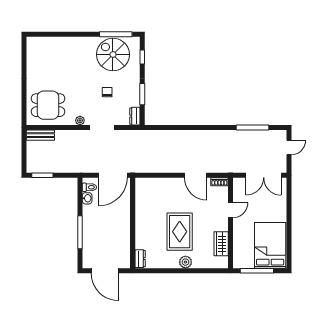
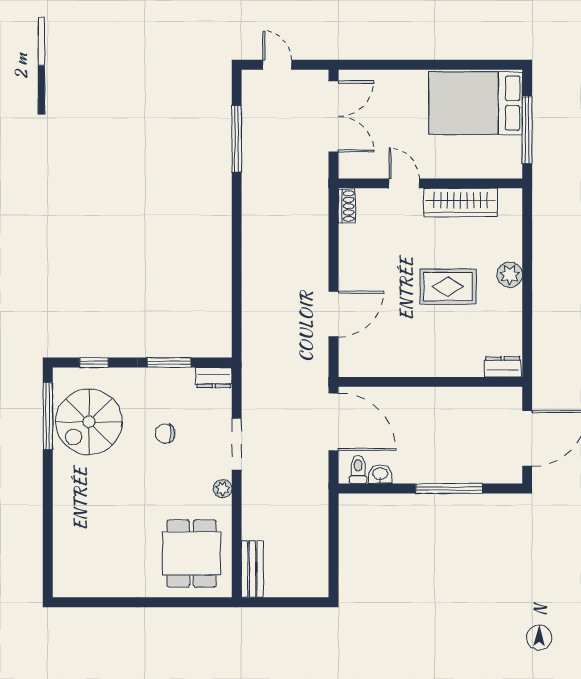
window: (42, 175) -> (333, 565), removed
door: (196, 175) -> (333, 314), moved
rug: (180, 232) -> (448, 287), width x0.73, depth x0.70
wardrobe: (221, 244) -> (460, 202), width x1.50

